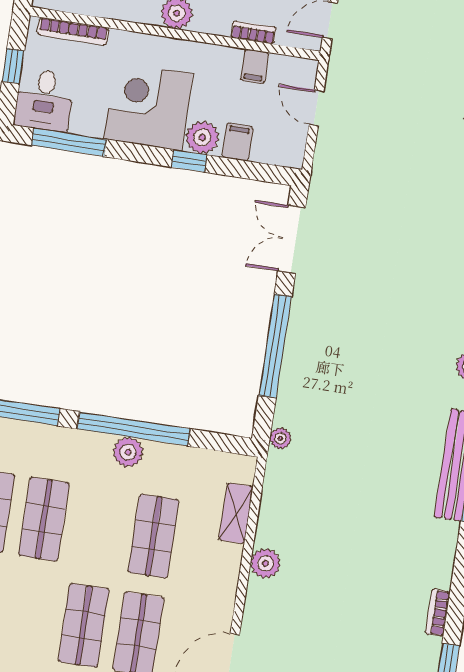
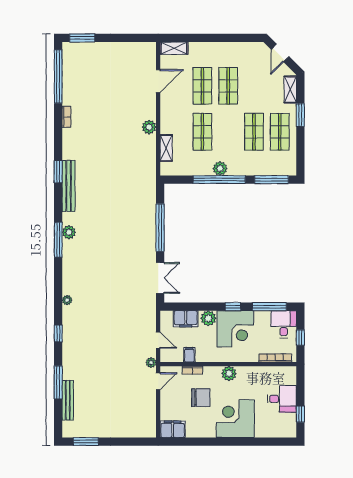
filing cabinet: (238, 142) -> (186, 319), width x2.00
window: (189, 161) -> (233, 307), moved
plant: (280, 438) -> (151, 363), moved

